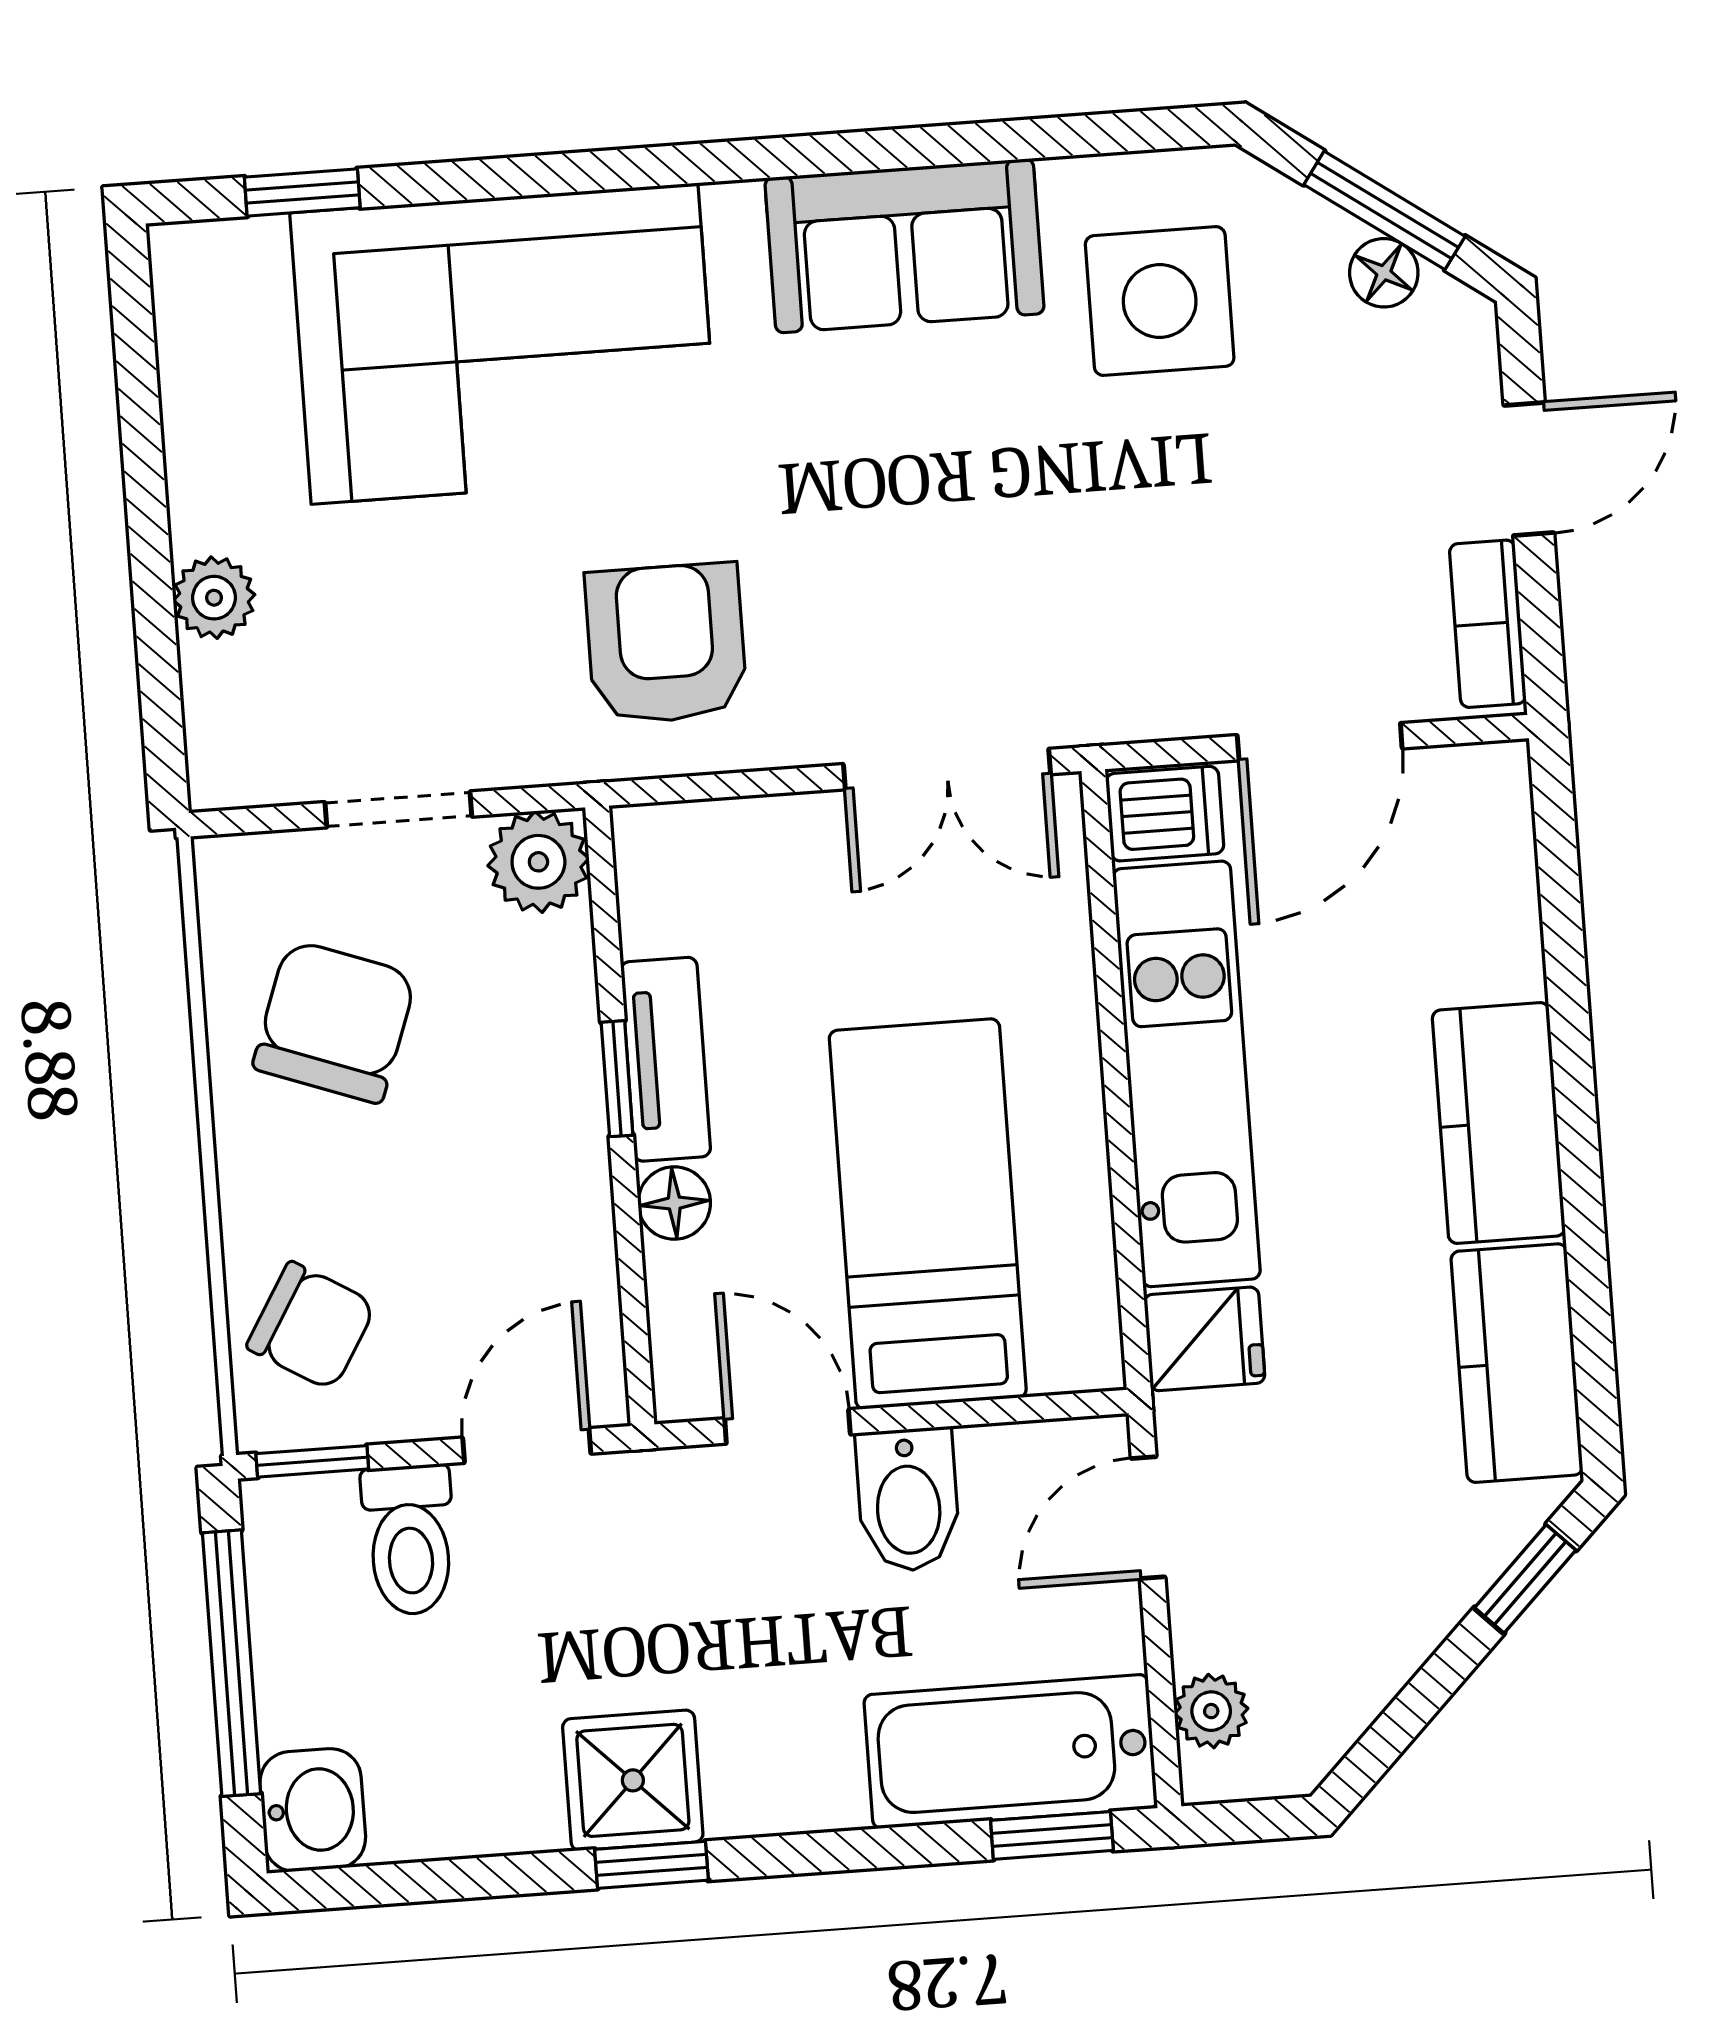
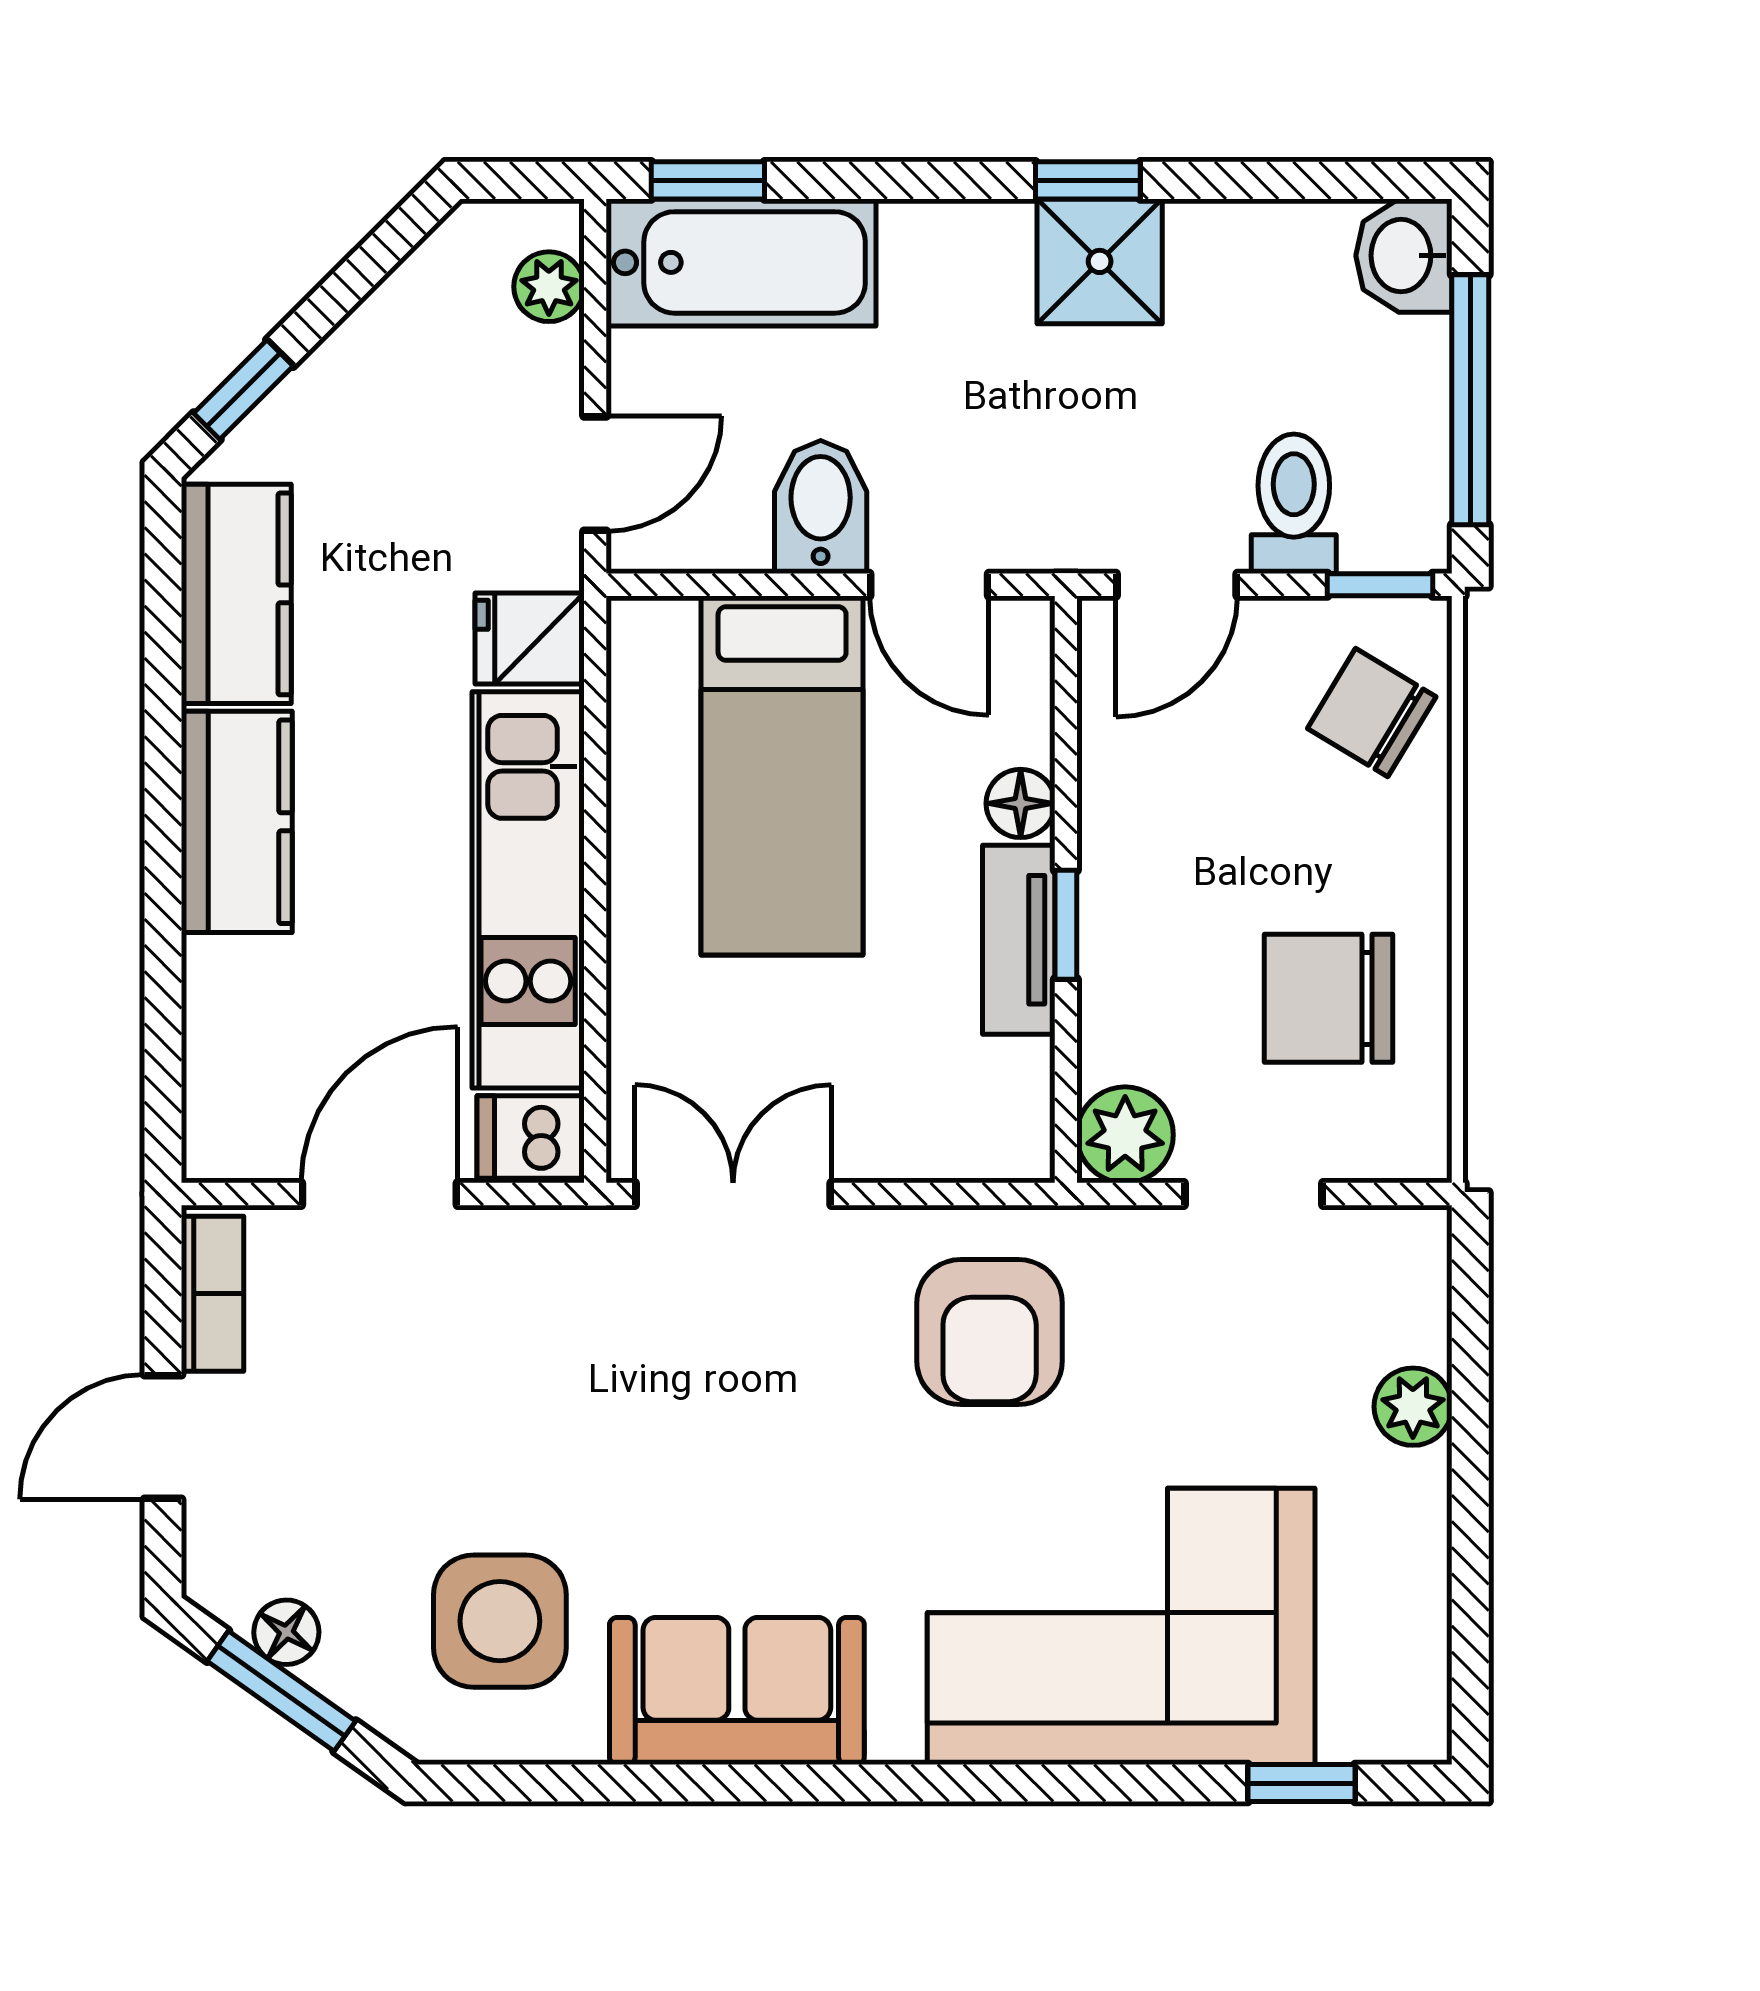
chair: (335, 1022) -> (1329, 998), turned 70

